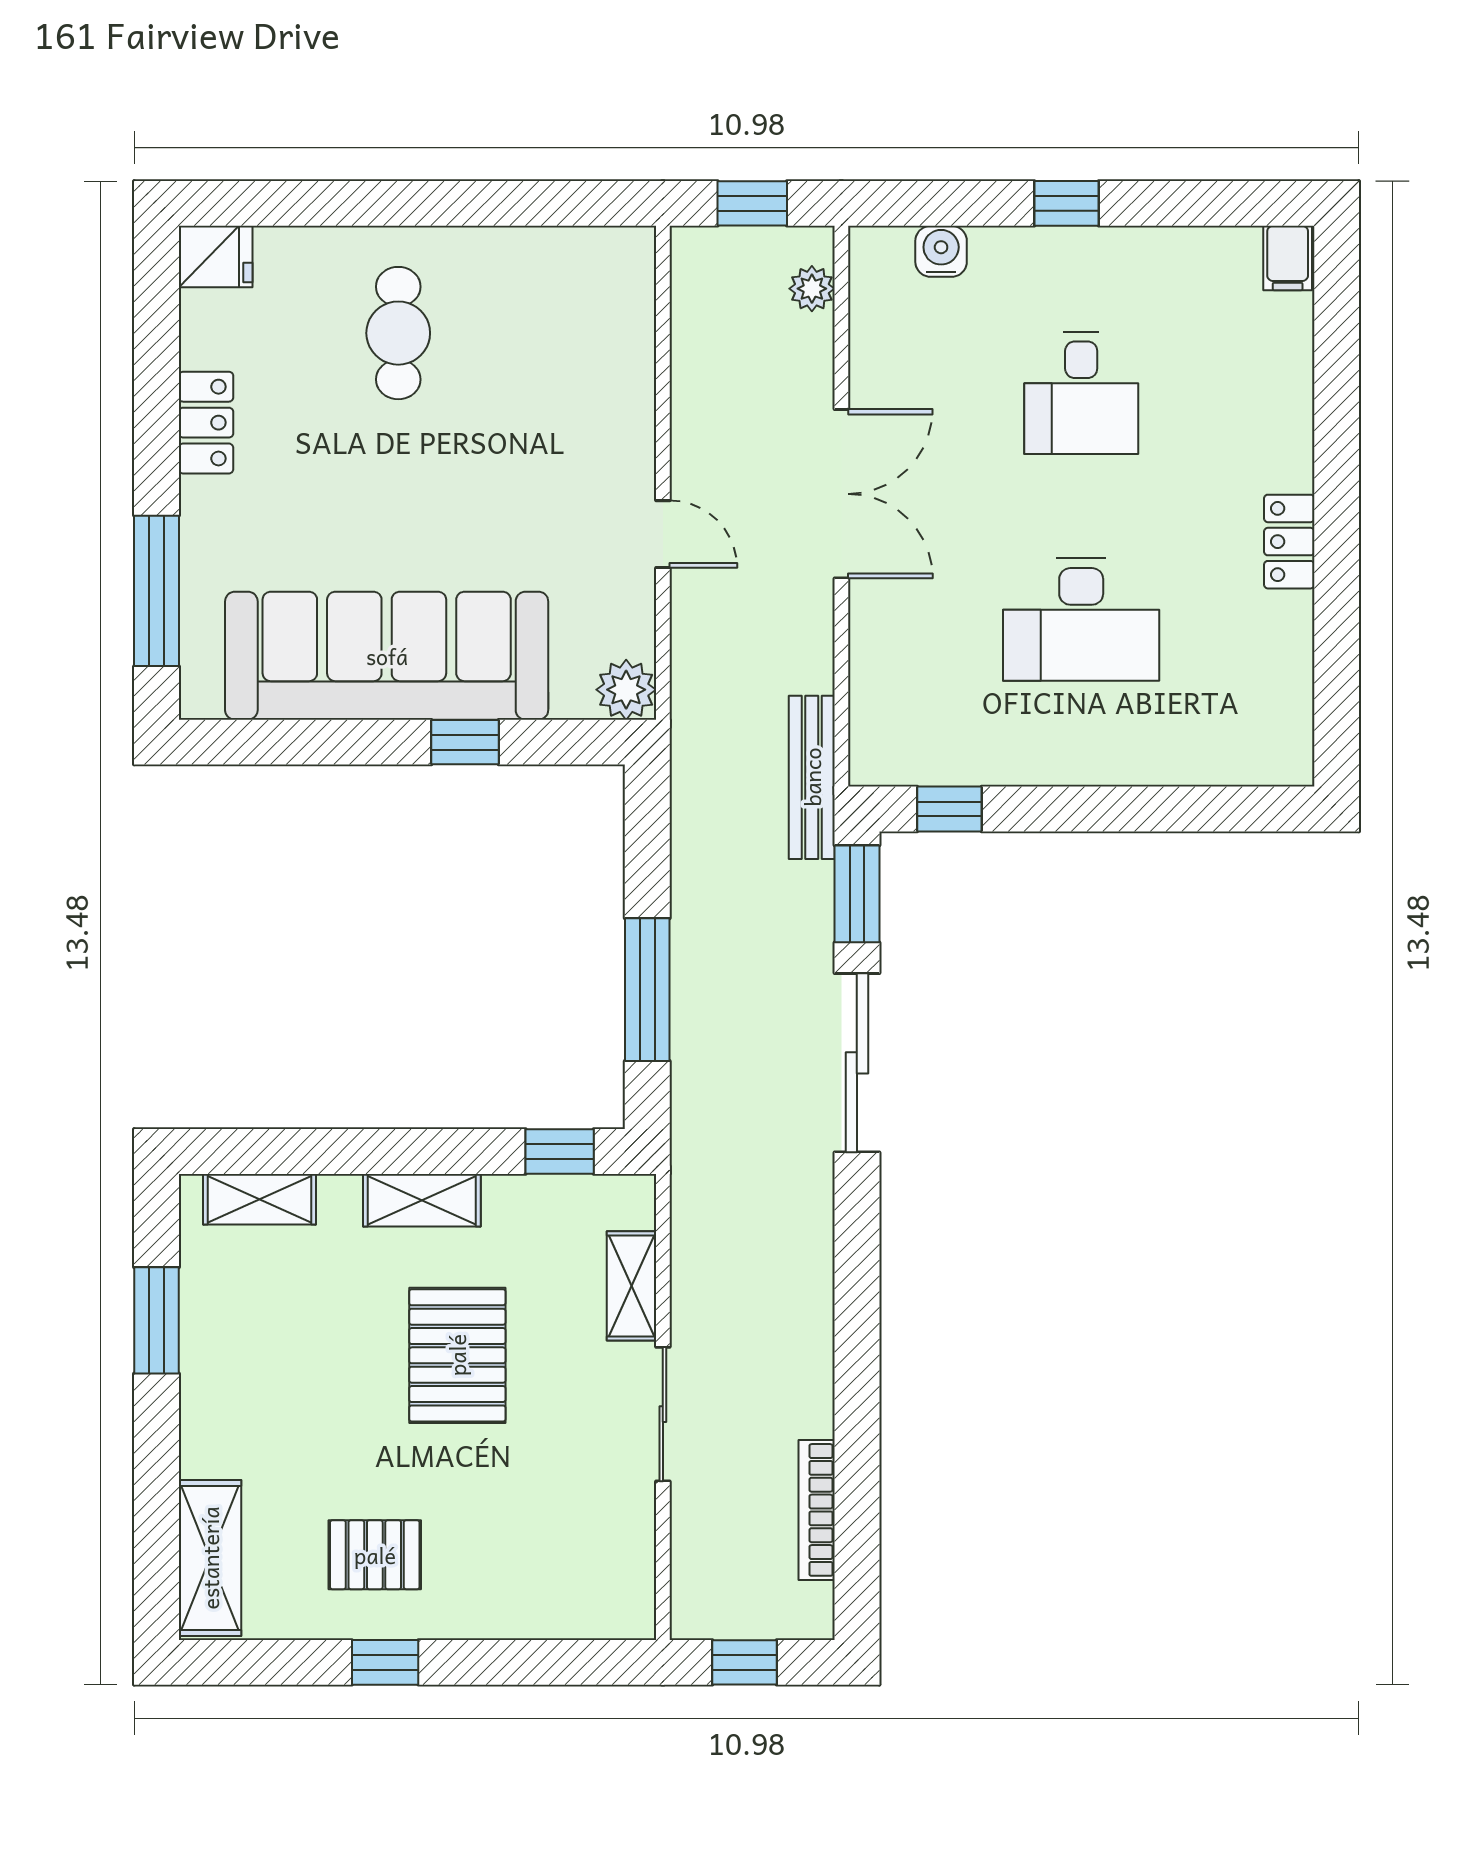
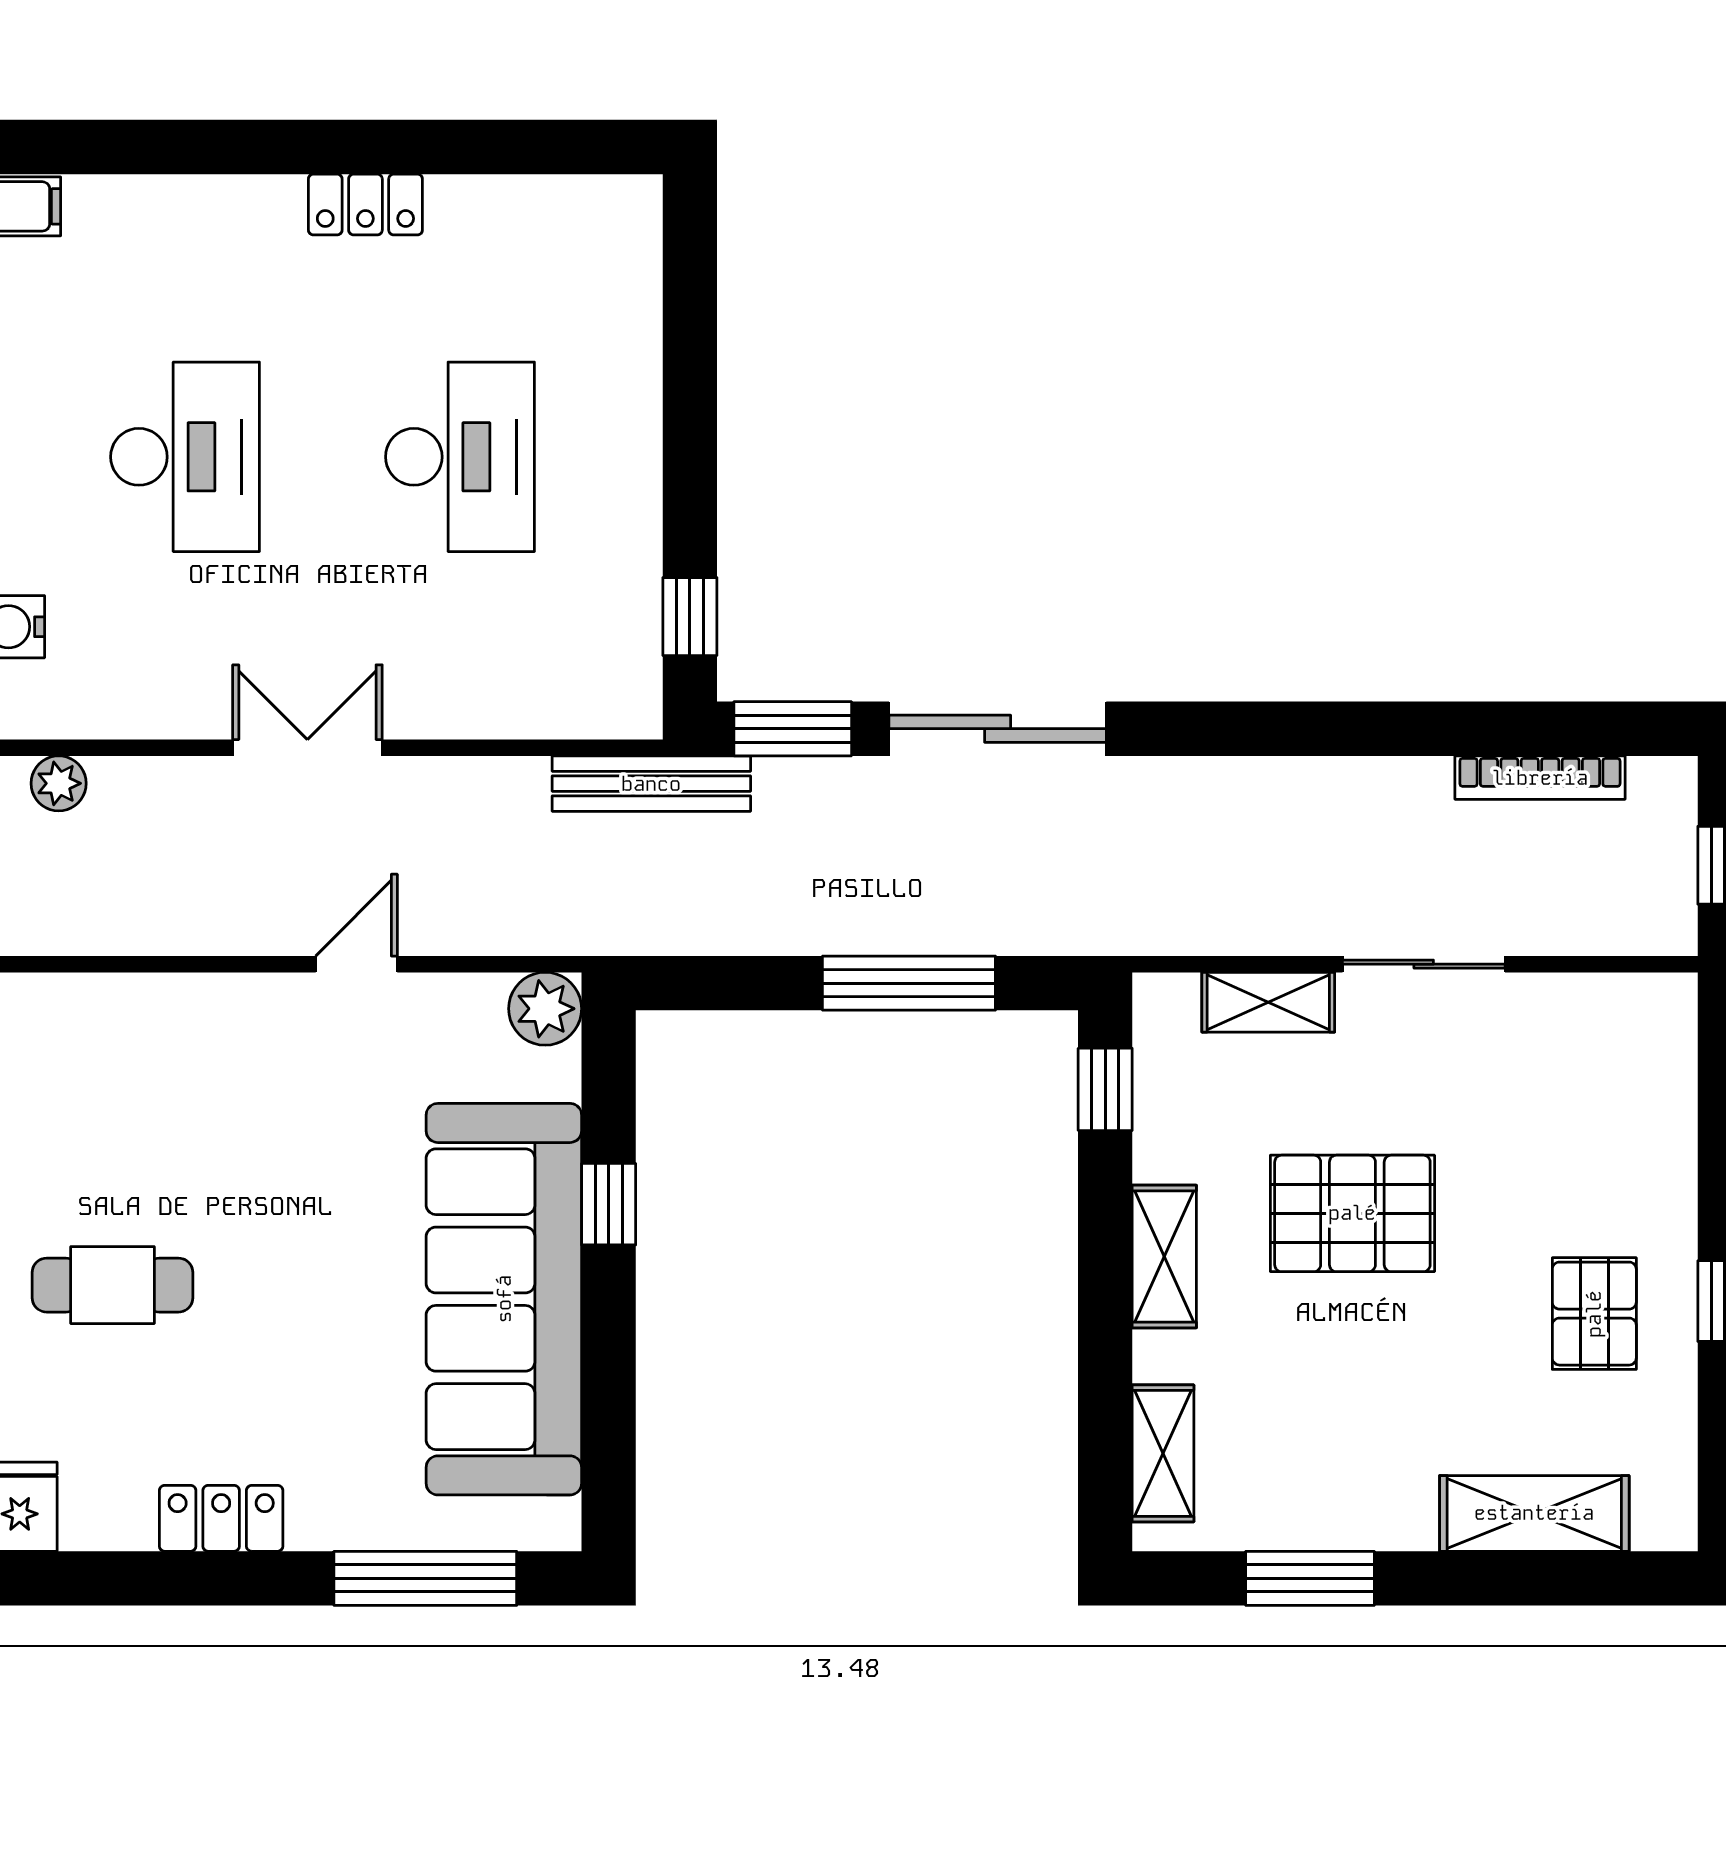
desk: (1081, 393) -> (185, 457), width x1.37
double door: (841, 494) -> (307, 748), width x0.73
shelving: (210, 1558) -> (1534, 1513), moved

